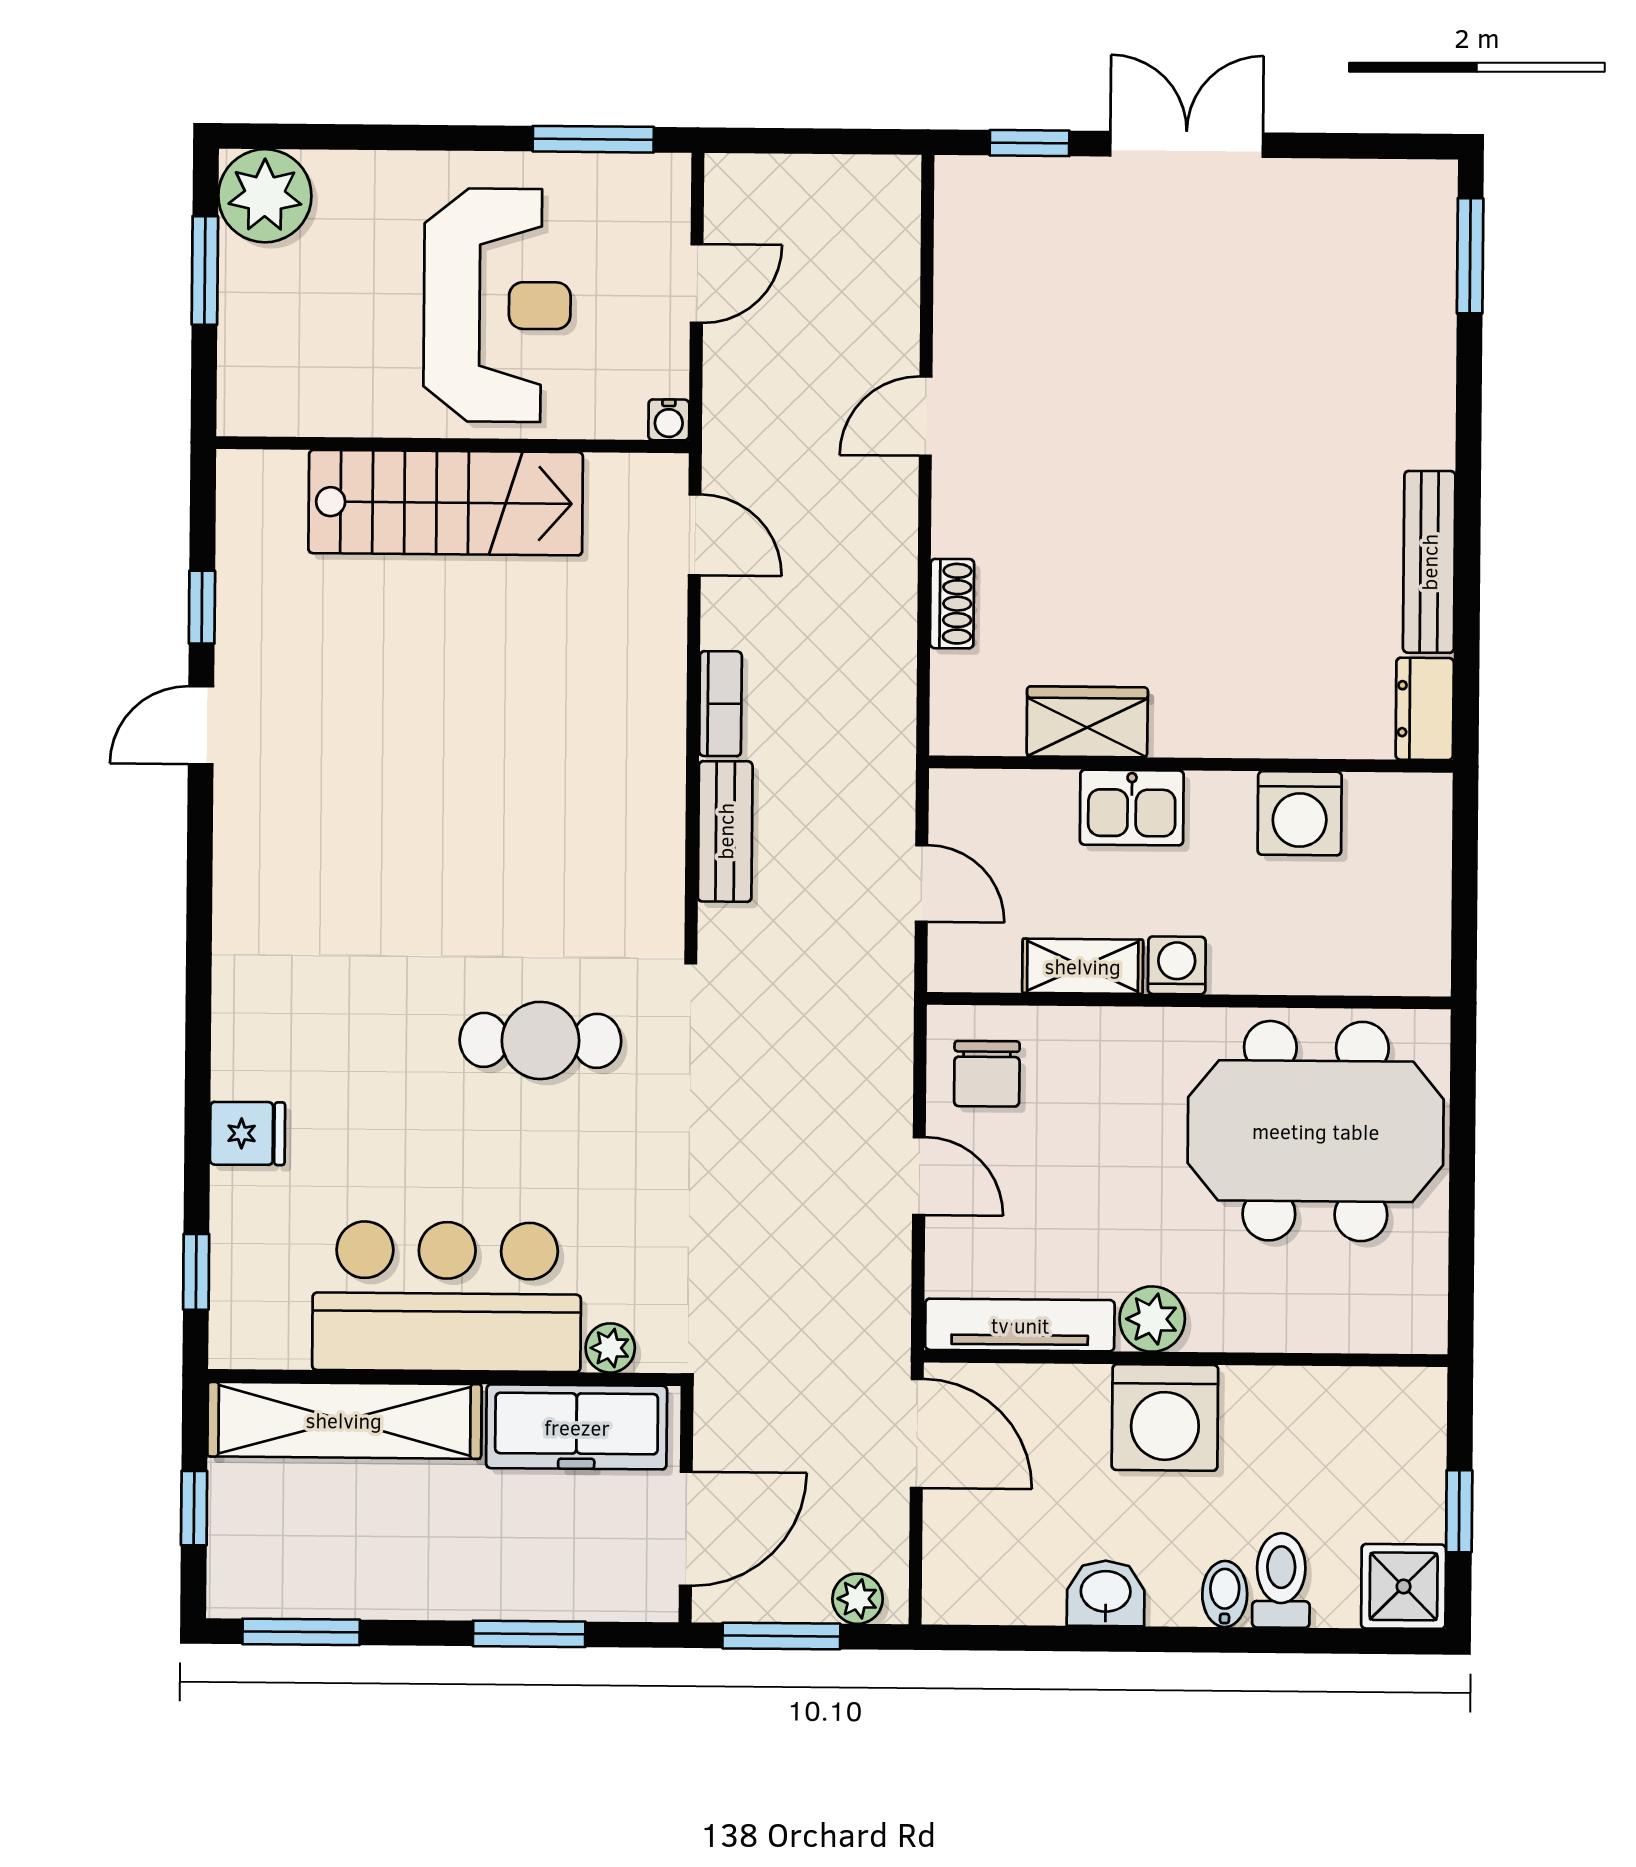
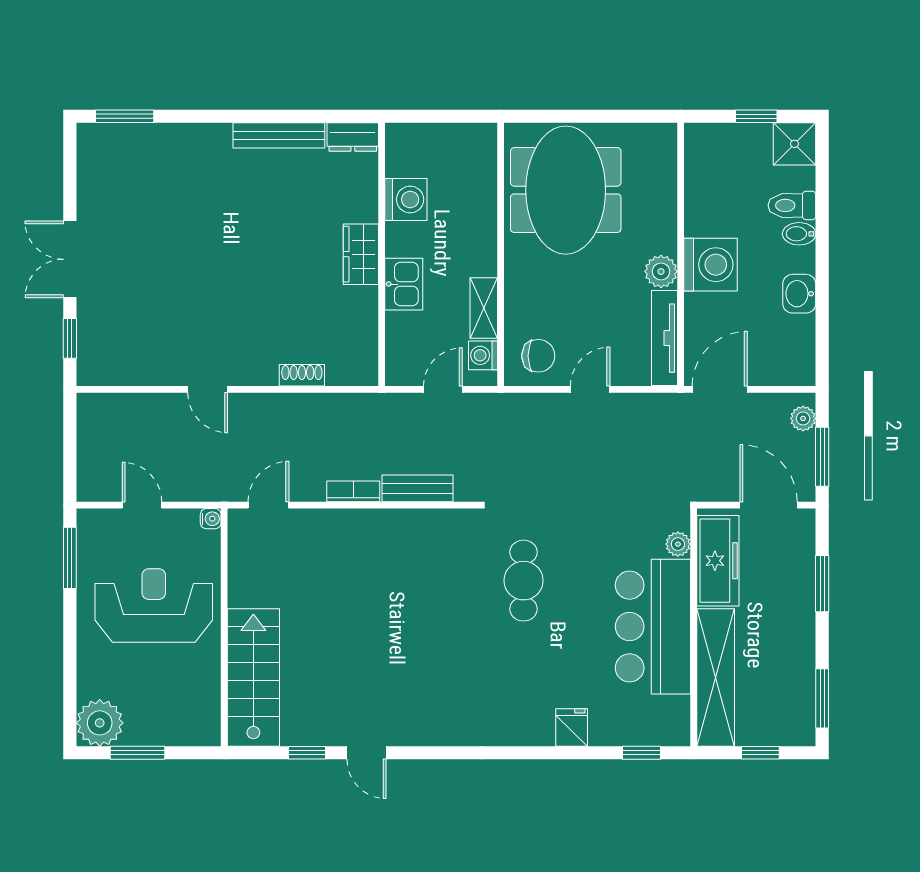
stairs: (446, 503) -> (253, 677), moved
wardrobe: (1087, 722) -> (361, 254), moved
washing machine: (1177, 965) -> (483, 355), moved

